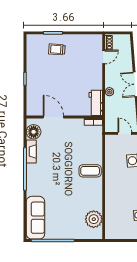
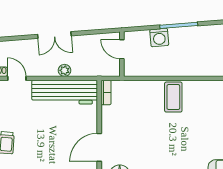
workbench: (96, 103) -> (65, 92), width x1.88, depth x1.32
door: (125, 133) -> (122, 49), hinge flipped

